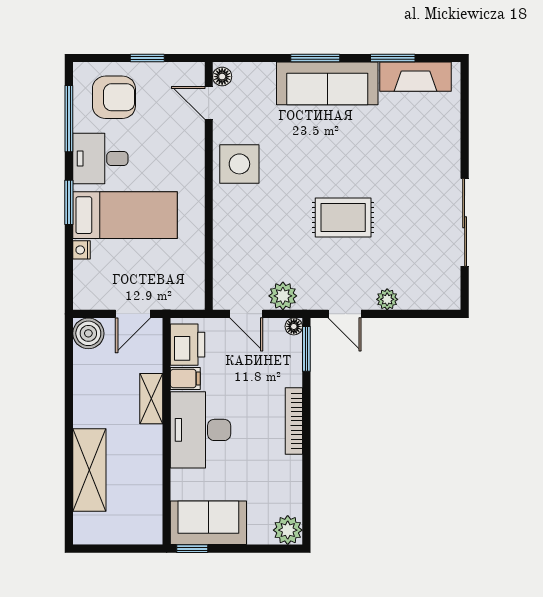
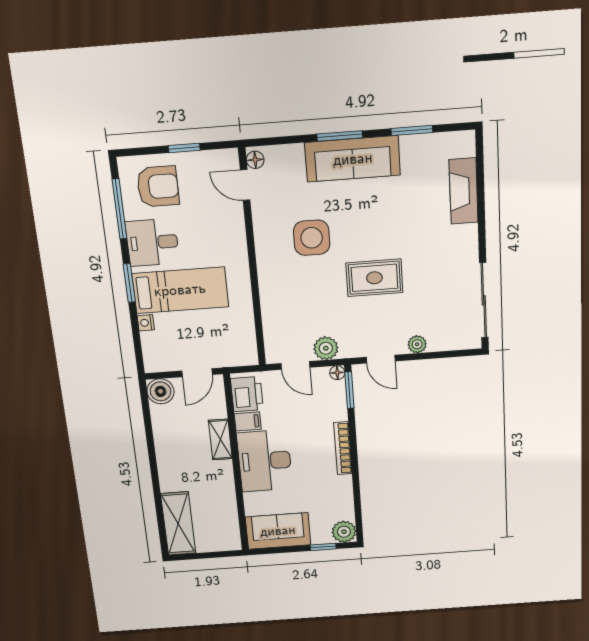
fireplace: (416, 77) -> (464, 191), moved, turned 90
side table: (239, 164) -> (312, 238), moved
sliding door: (465, 222) -> (484, 300), moved
shelving: (89, 470) -> (178, 524), moved
window: (192, 549) -> (323, 547), moved

